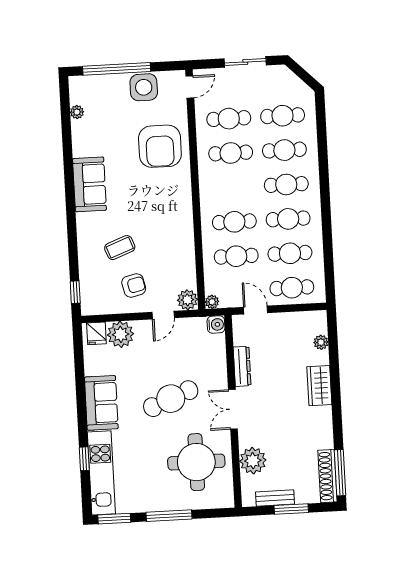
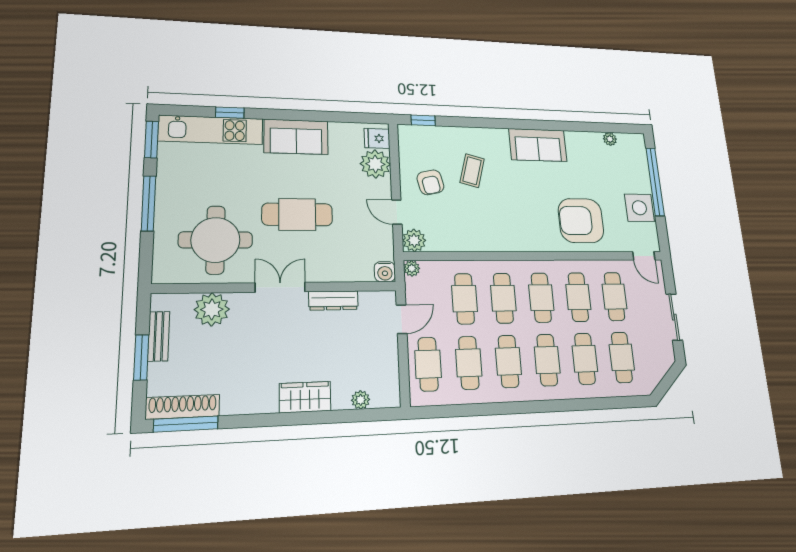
cafe table: (232, 187) -> (541, 298), added
coffee table: (120, 248) -> (472, 171), turned 36
cafe table: (171, 399) -> (297, 214), turned -68

